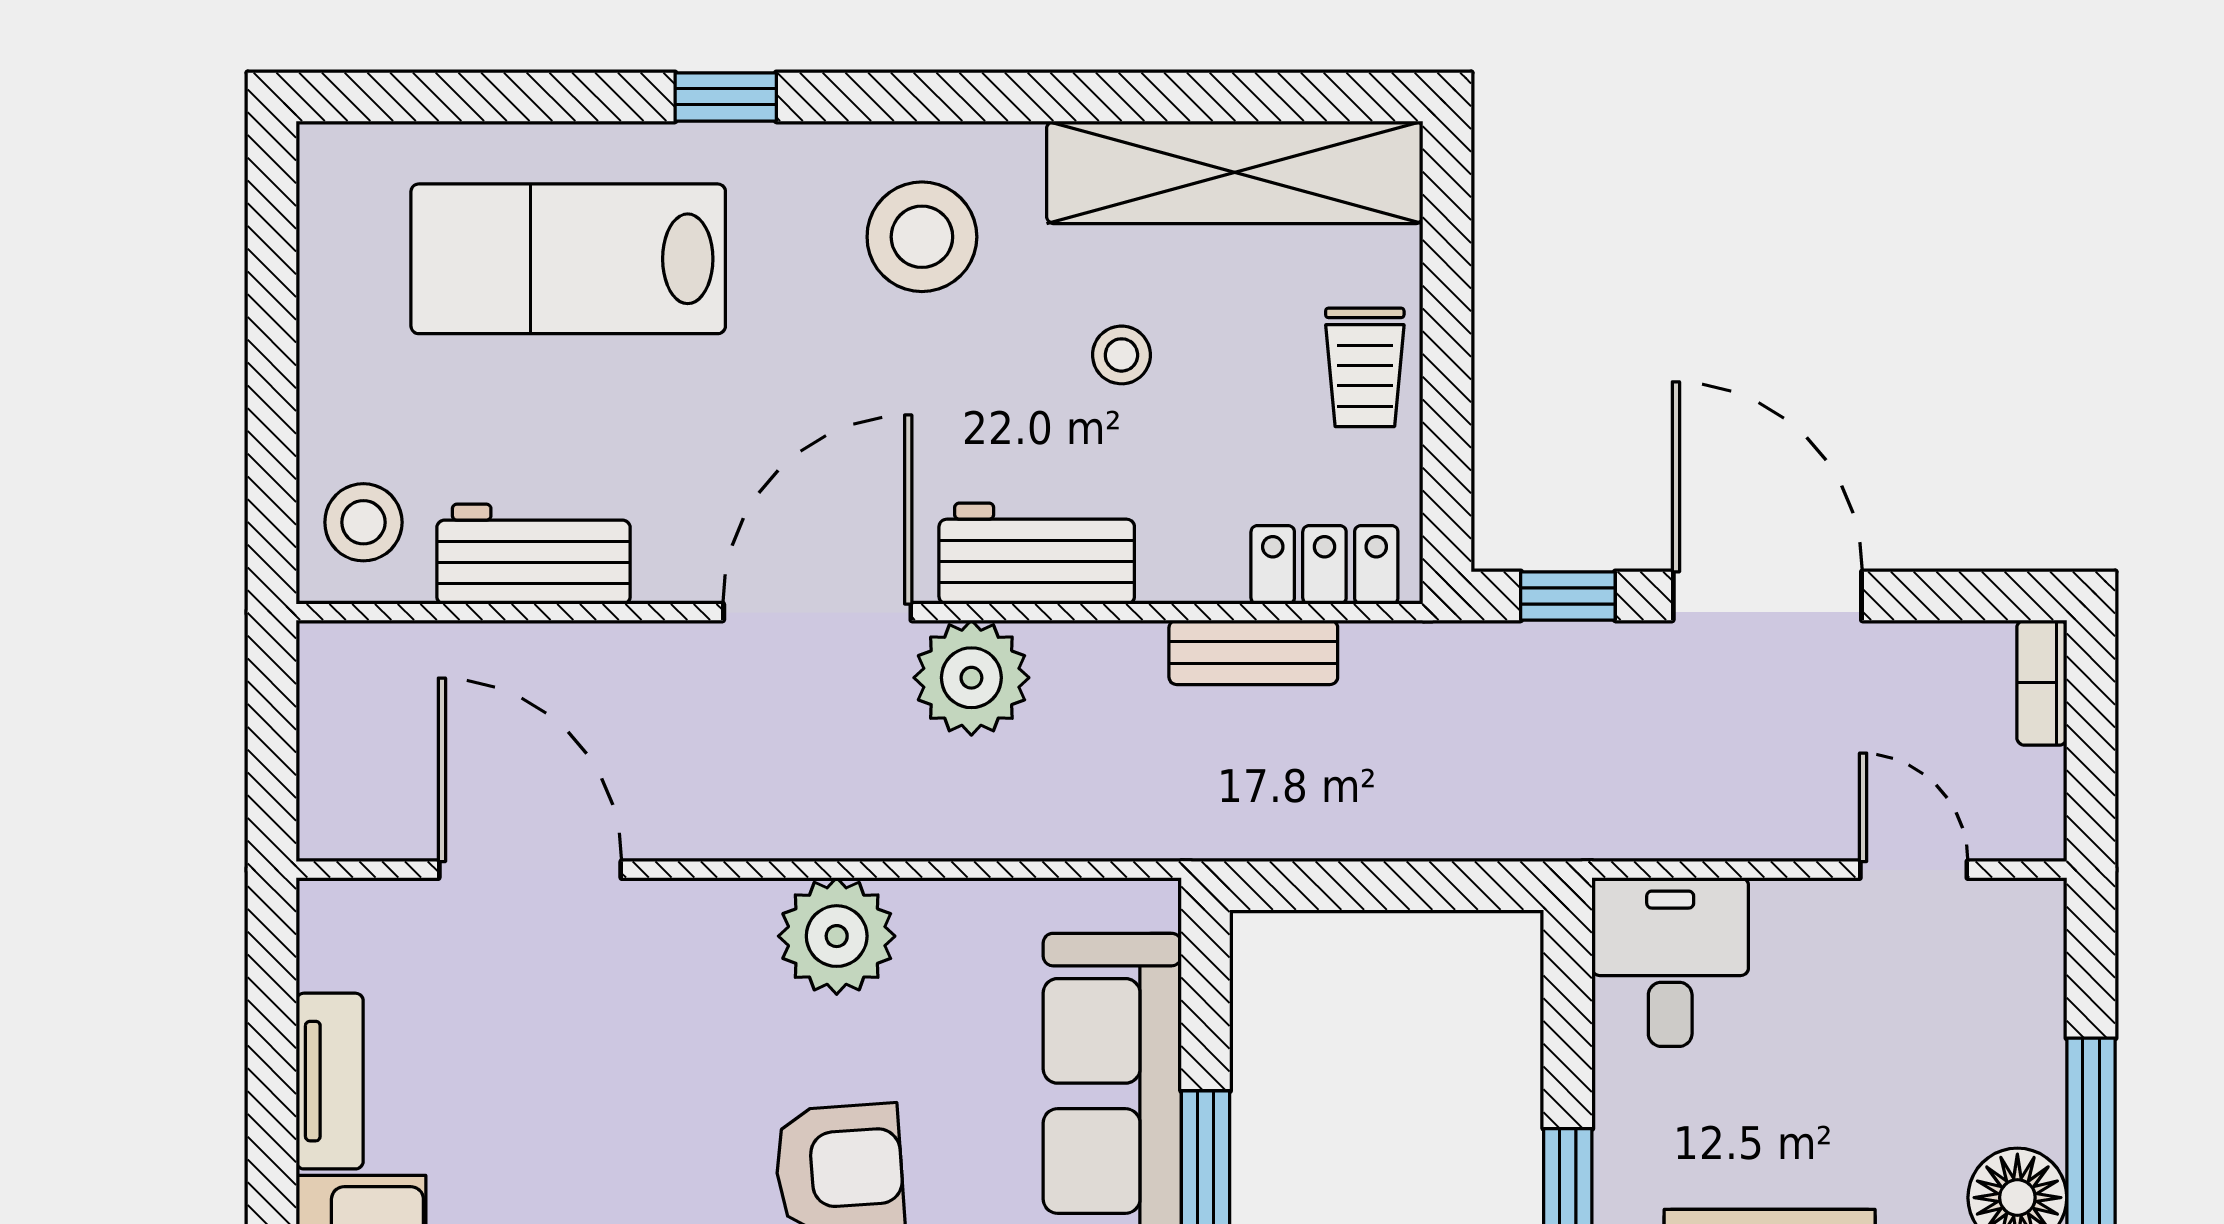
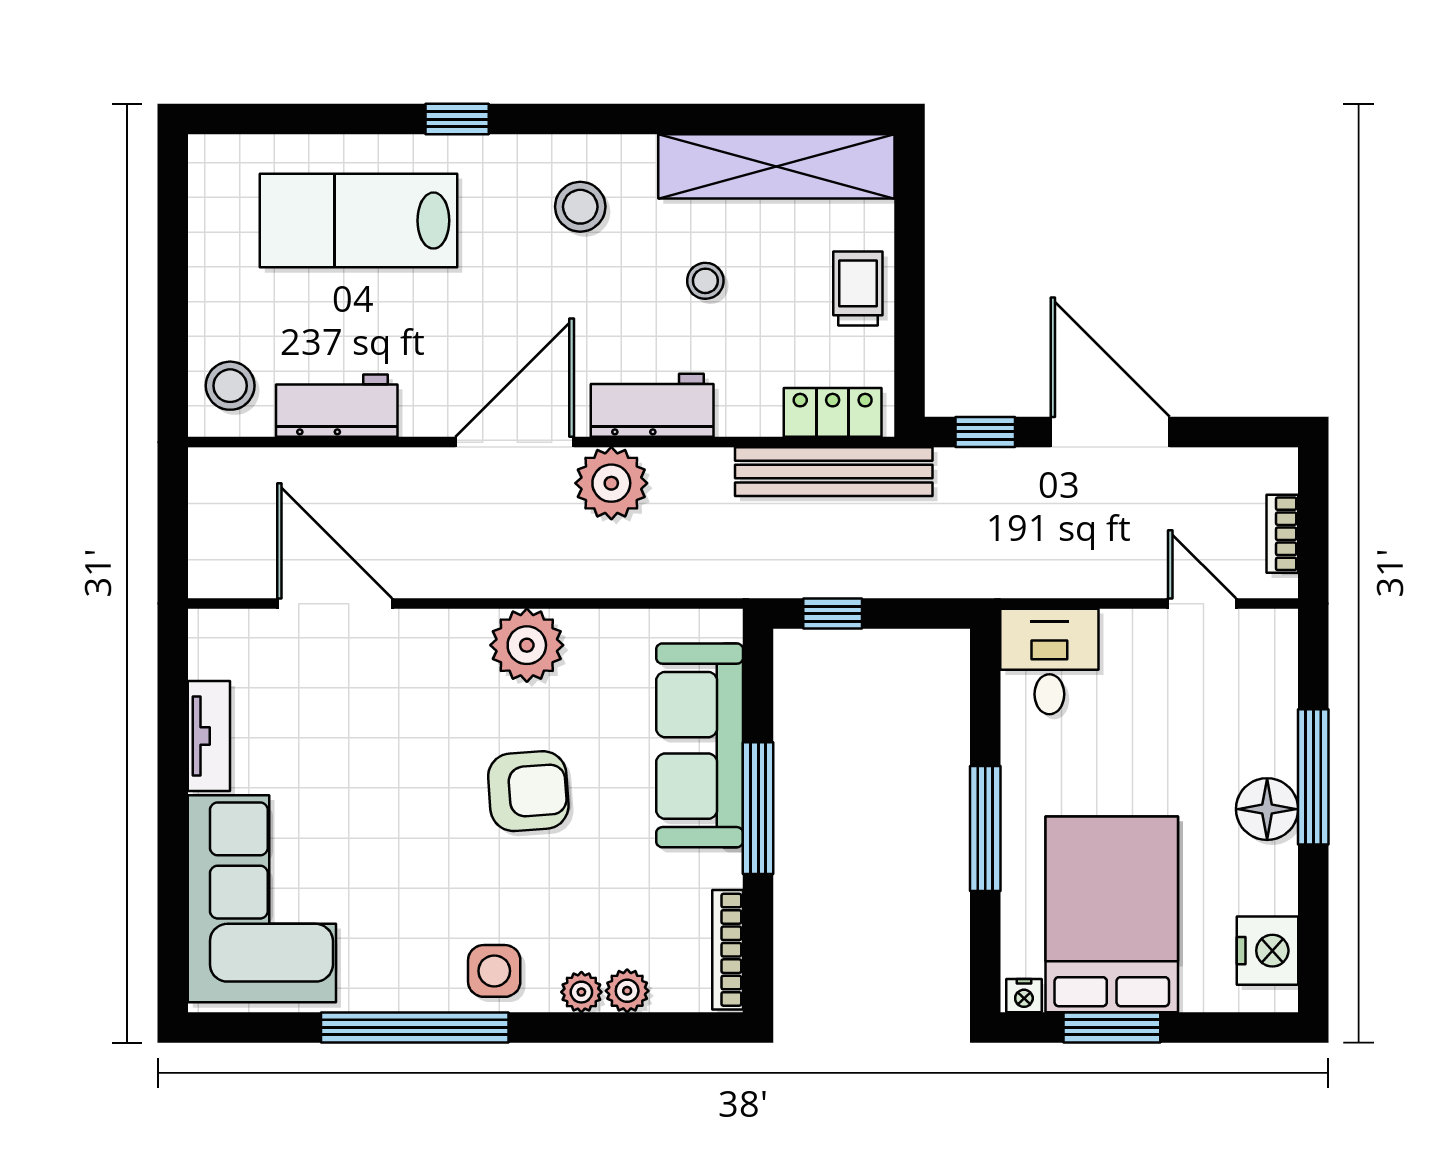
stool: (922, 237) -> (580, 207), width x0.73, depth x0.73
trolley: (1365, 367) -> (858, 289), turned 180
bench: (1253, 652) -> (834, 472), width x1.86, depth x1.21
bookcase: (2042, 683) -> (1282, 534), moved
window: (1324, 886) -> (833, 614), added

